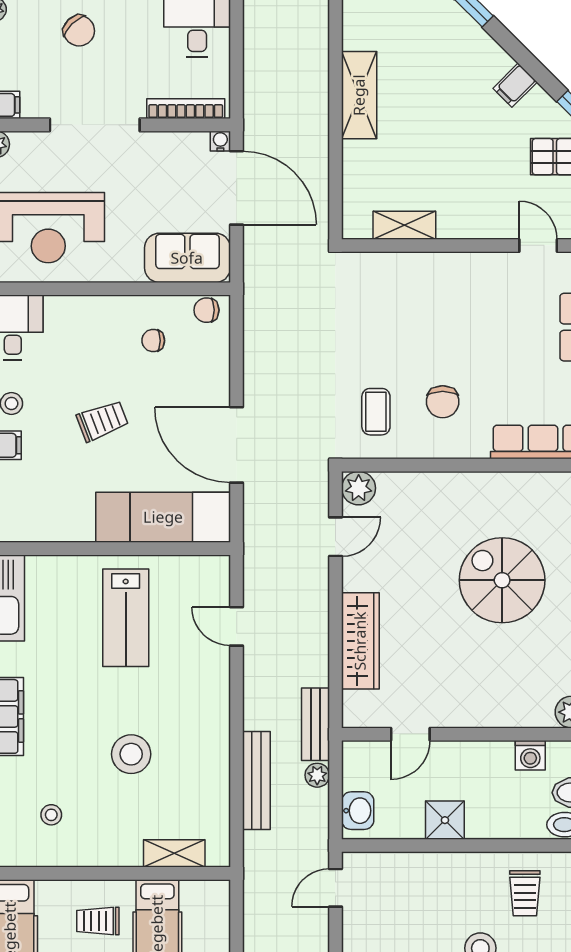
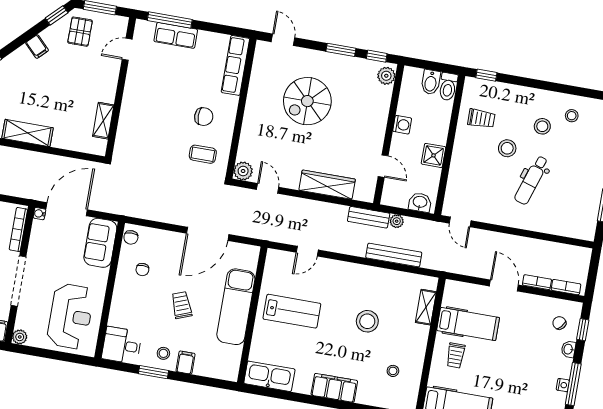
exam couch: (163, 517) -> (236, 307), moved
washing machine: (530, 755) -> (402, 125), moved

